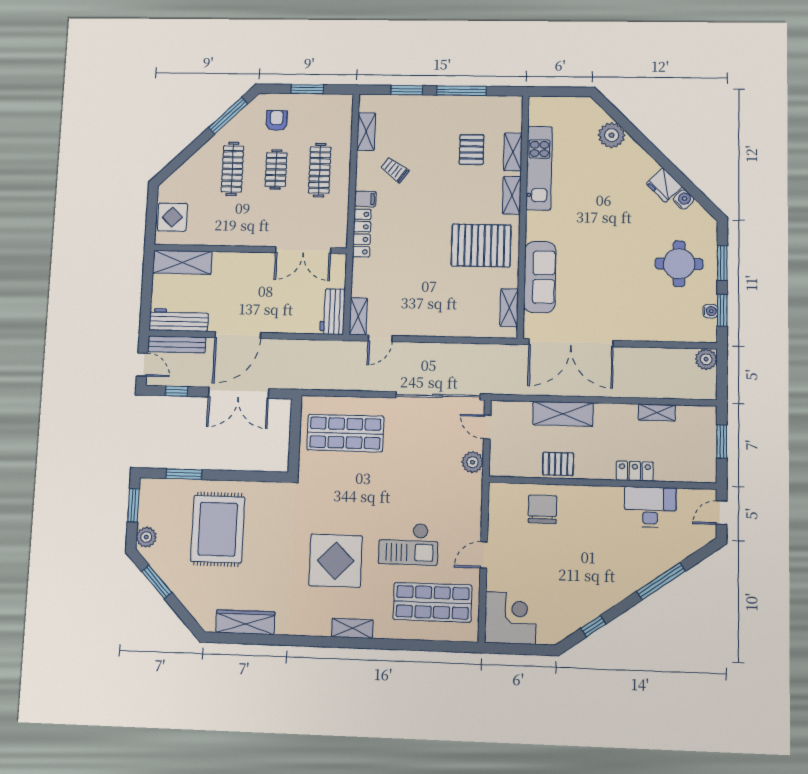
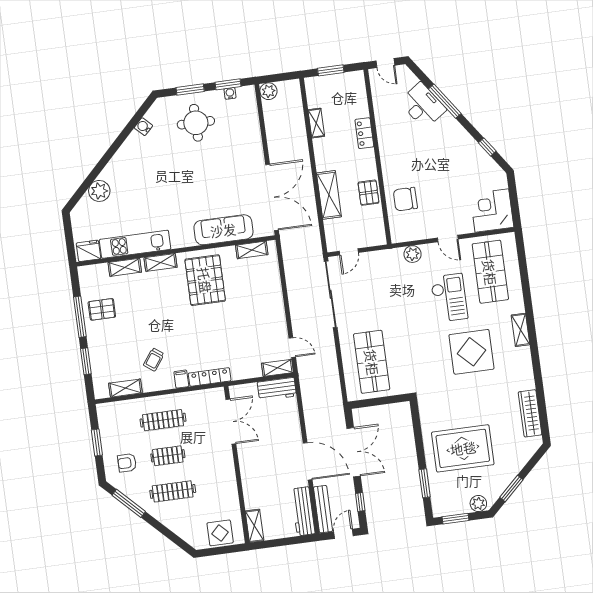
pallet: (472, 149) -> (102, 309), moved
fridge: (664, 185) -> (88, 251), moved, turned -135
shelving: (182, 262) -> (254, 526), width x0.67, depth x0.75
plant: (473, 462) -> (413, 254), moved
desk: (650, 507) -> (423, 106), moved, turned 145

